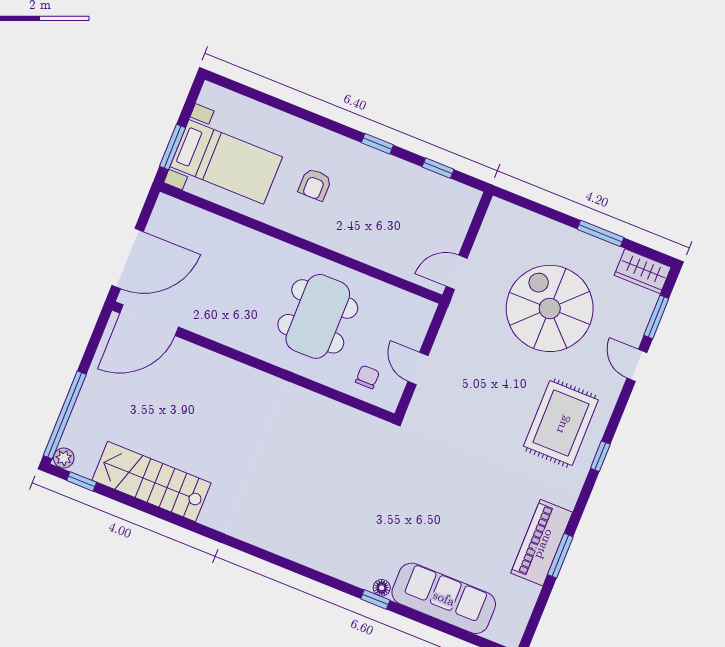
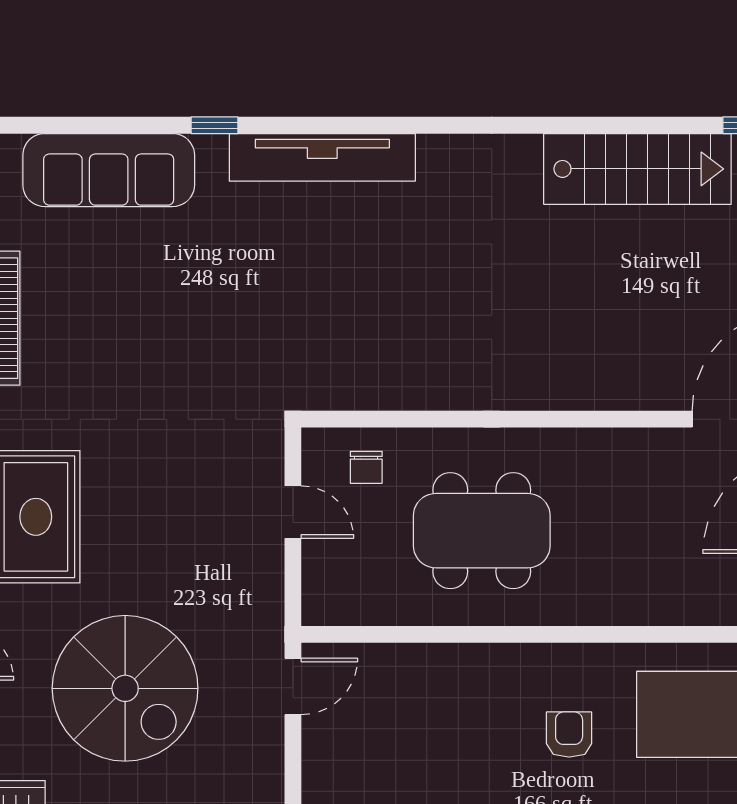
dining table: (318, 316) -> (482, 531), turned 90
tv unit: (323, 558) -> (322, 157), added
floor lamp: (382, 588) -> (212, 148), removed

